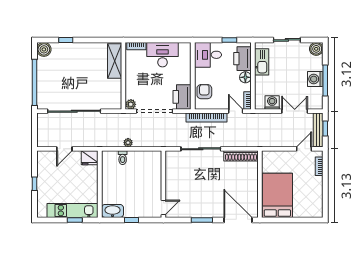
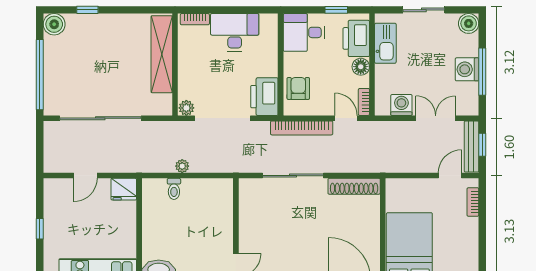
shelving: (115, 61) -> (162, 54), width x1.47

